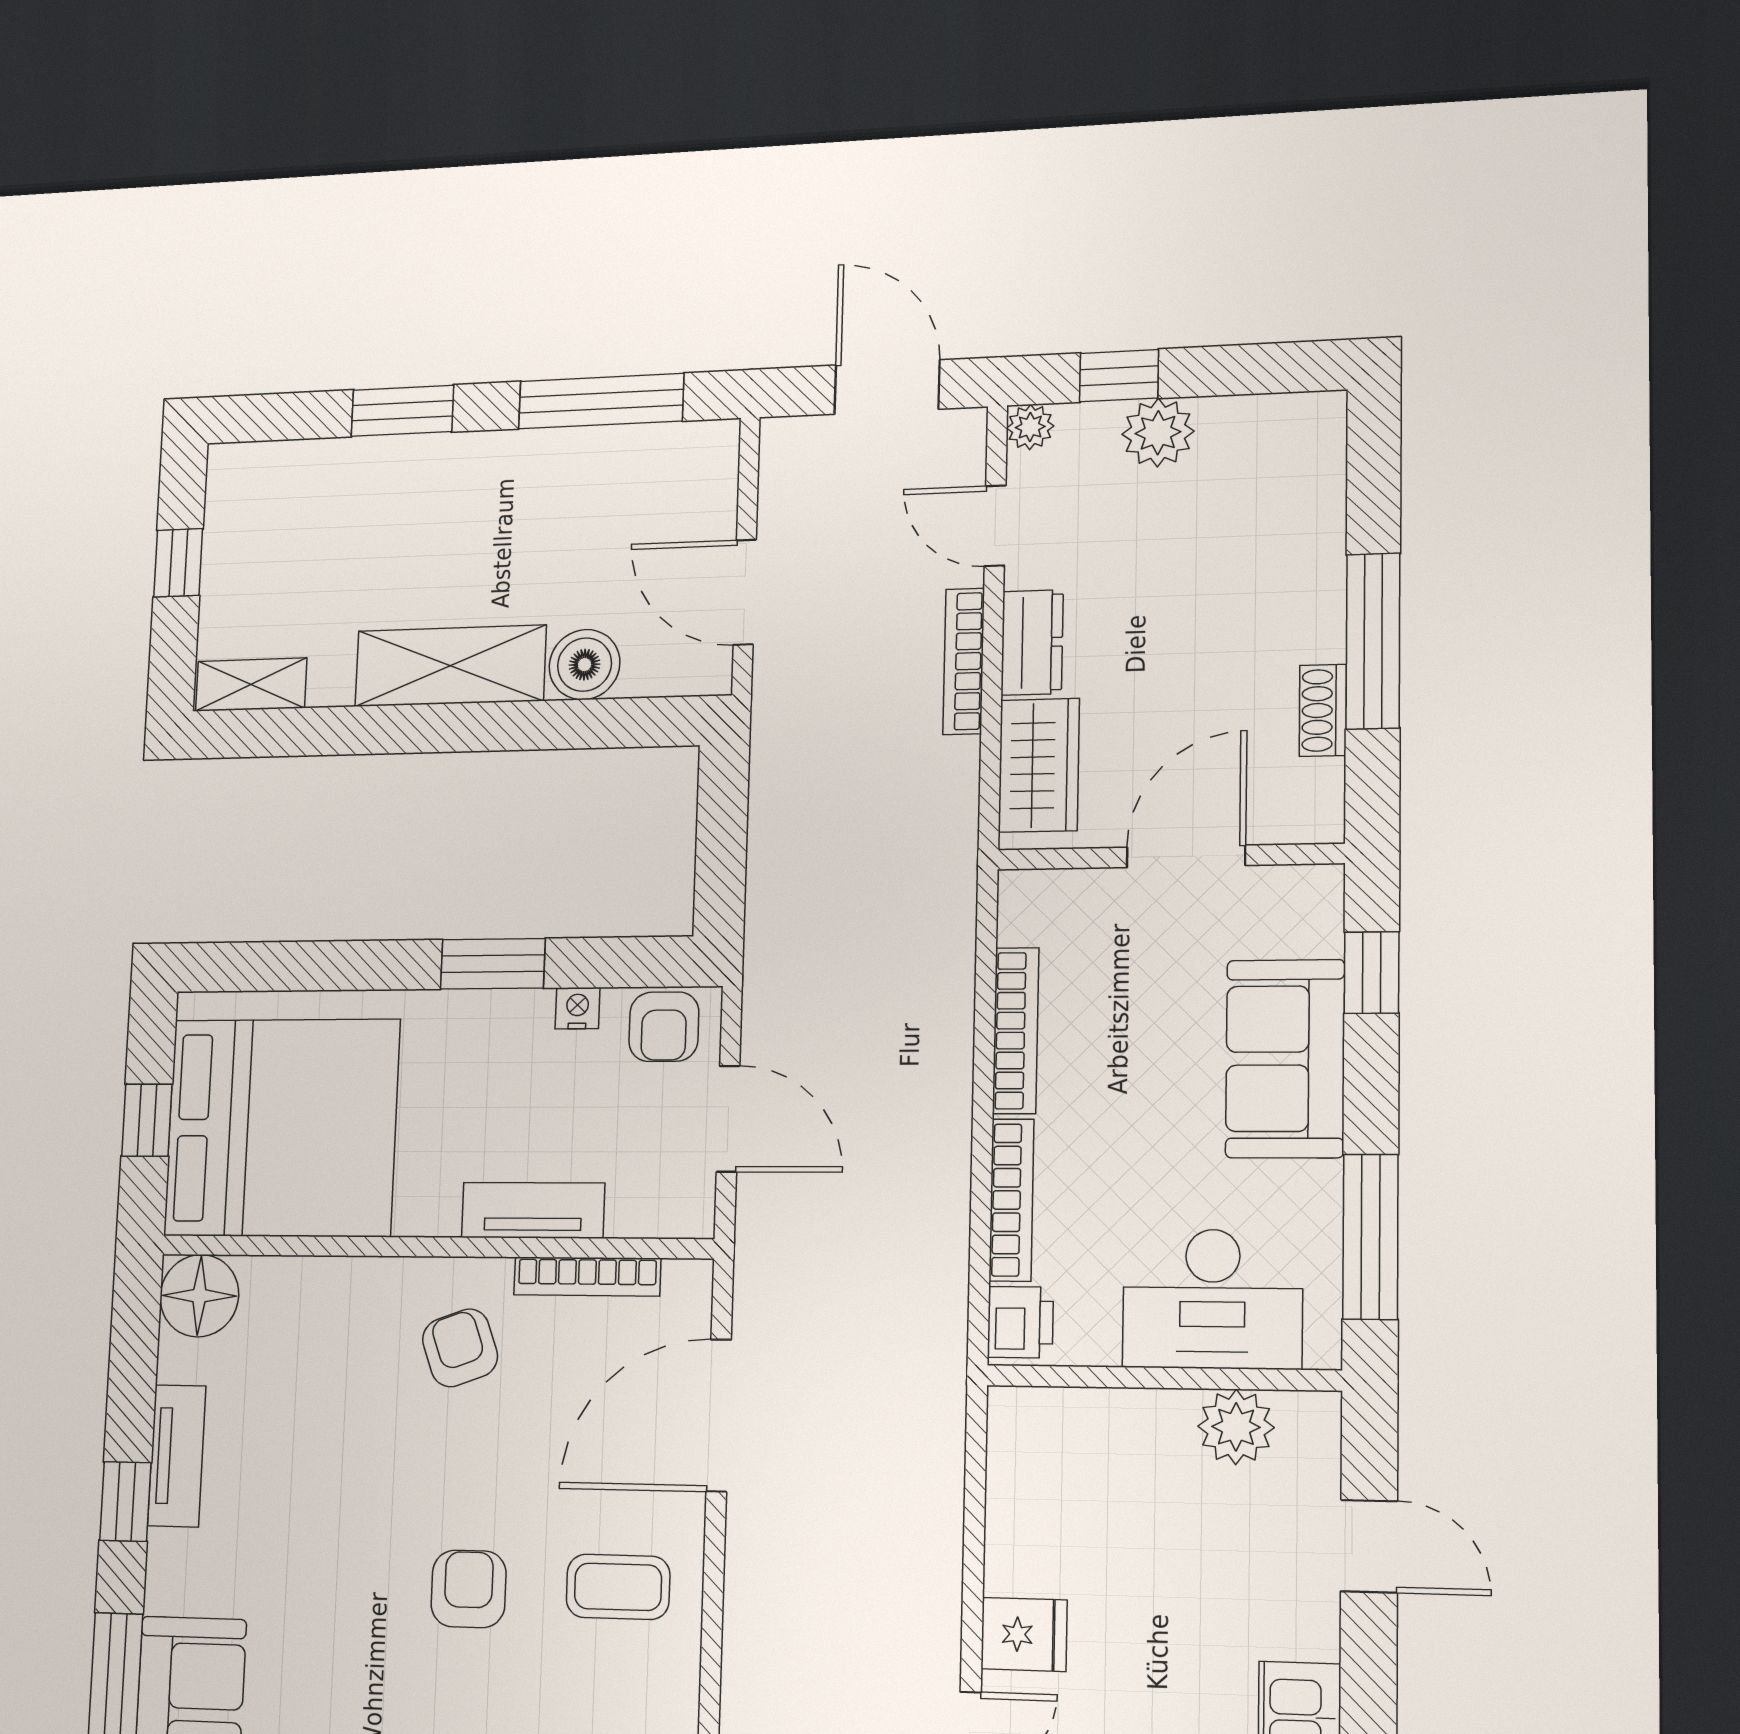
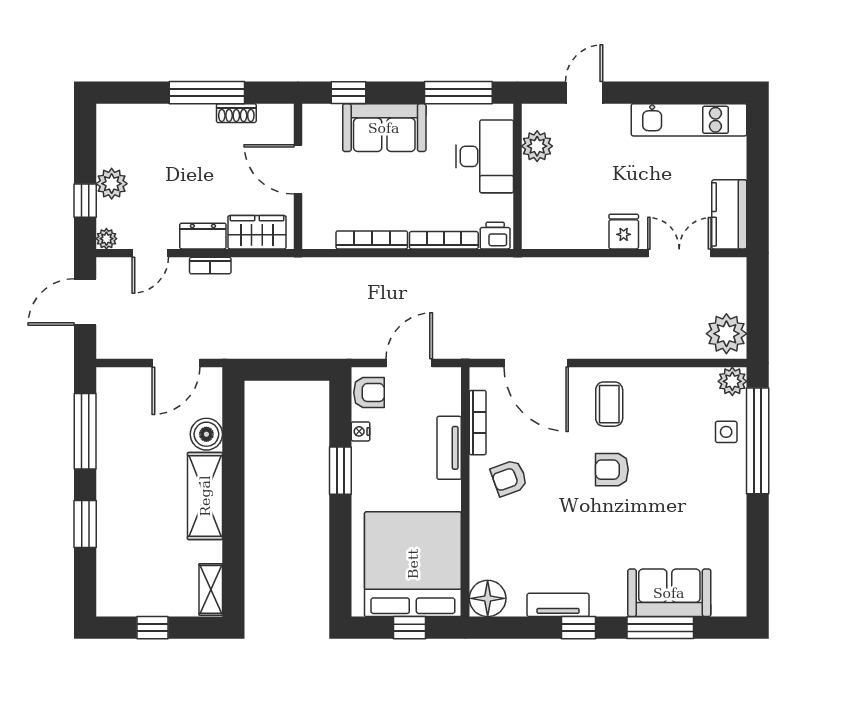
bookcase: (964, 661) -> (210, 266), width x0.64

